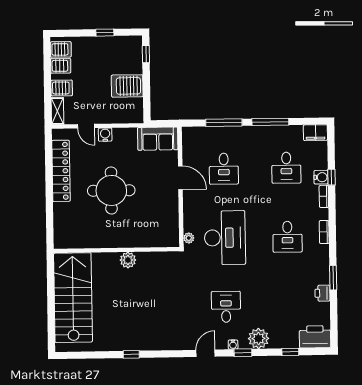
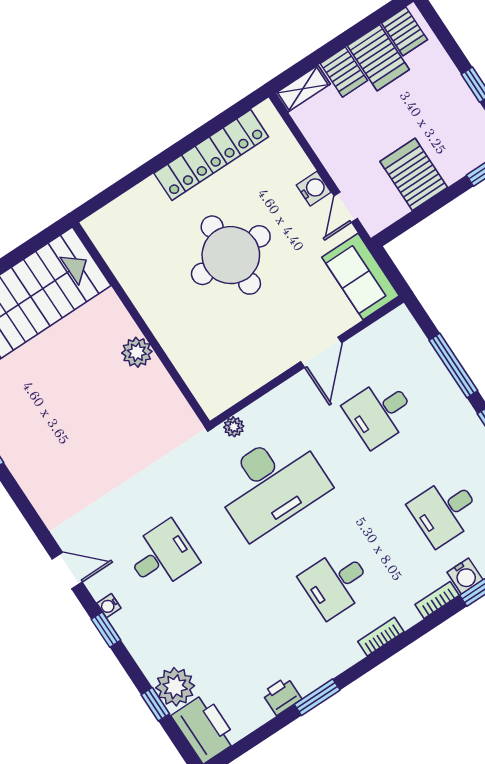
server rack: (61, 66) -> (378, 58), width x1.36, depth x1.44
door: (86, 126) -> (346, 207), moved
plant: (259, 339) -> (175, 687), moved

